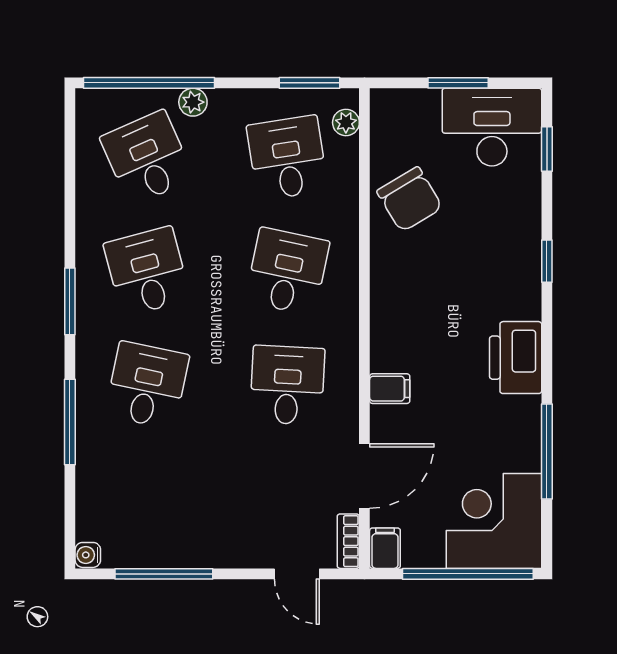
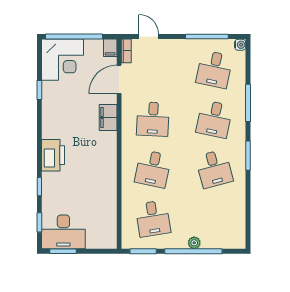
window: (149, 83) -> (193, 251), moved
window: (458, 83) -> (63, 251), moved
plant: (346, 123) -> (127, 234), removed
desk: (147, 158) -> (214, 69), moved, turned 36
chair: (410, 199) -> (99, 200), removed
window: (547, 261) -> (39, 186), moved
printer: (516, 358) -> (53, 155), moved
filing cabinet: (390, 389) -> (108, 118), width x2.00
window: (547, 451) -> (39, 90), width x0.46

